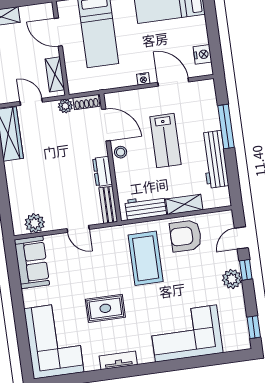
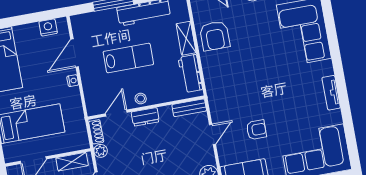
door: (106, 125) -> (116, 113), width x0.73
dresser: (102, 171) -> (145, 117), moved
coffee table: (146, 258) -> (237, 72), removed
armchair: (81, 277) -> (256, 130), added
rug: (105, 308) -> (284, 107), removed

